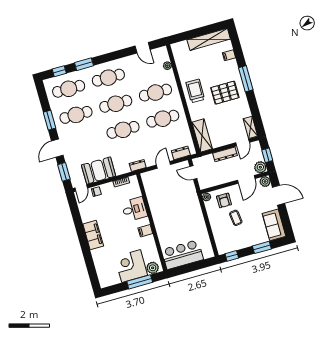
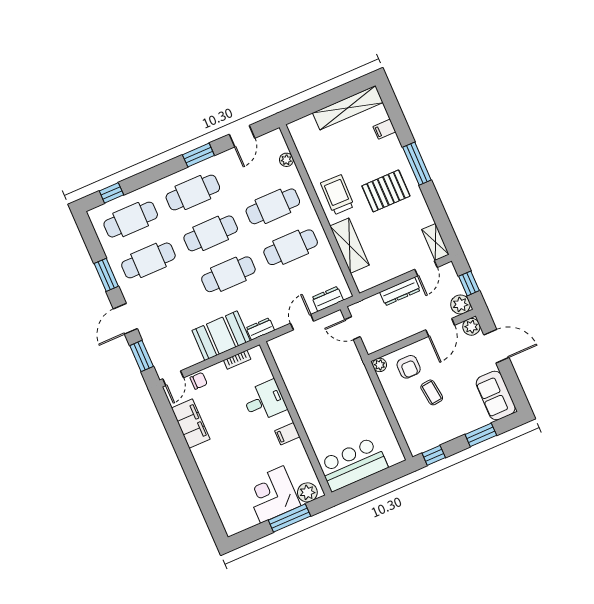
door: (143, 48) -> (242, 136), hinge flipped
window: (84, 64) -> (198, 155), moved
shelving: (202, 136) -> (350, 246), moved
booth: (99, 170) -> (221, 336), moved
filing cabinet: (93, 235) -> (191, 424), moved

